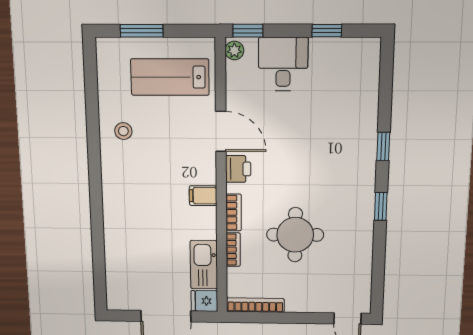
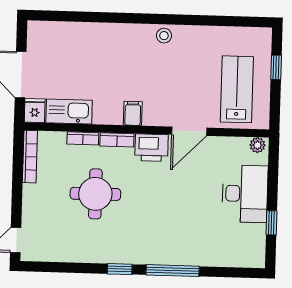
window: (142, 31) -> (276, 67), width x0.67
window: (248, 31) -> (273, 157), removed
desk: (283, 64) -> (245, 194), width x1.37
stool: (123, 131) -> (164, 36), moved
window: (383, 146) -> (173, 271), width x2.17
printer: (238, 169) -> (151, 148), width x1.36, depth x1.24

